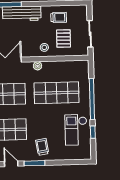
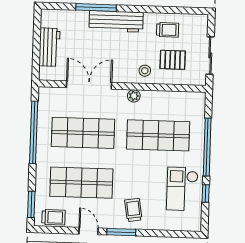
pallet: (64, 38) -> (173, 60), turned 90

